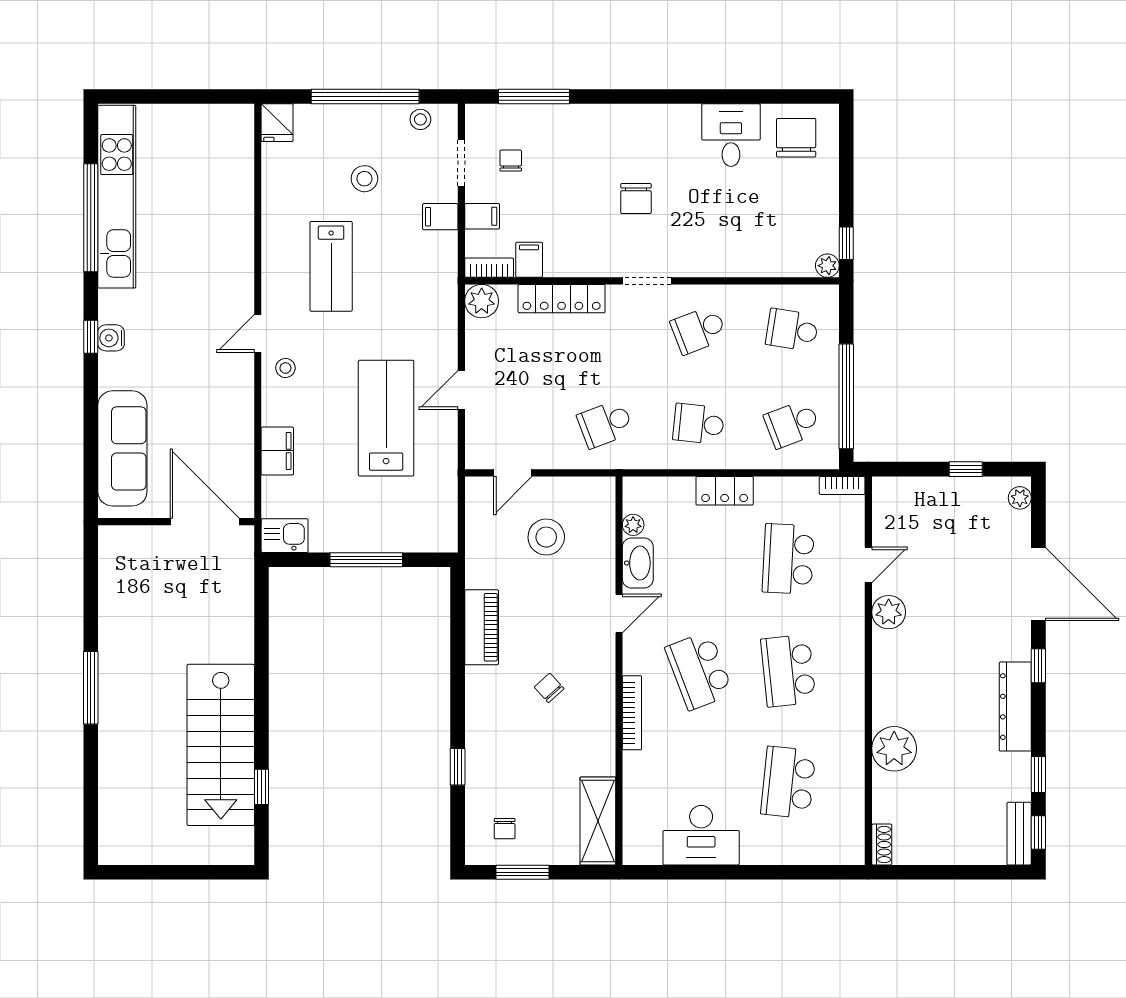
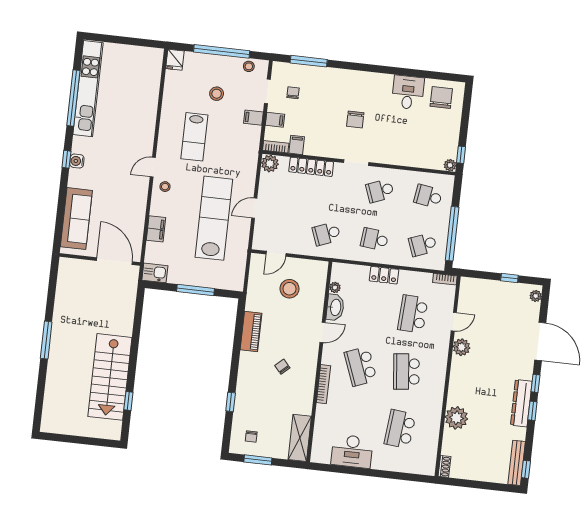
lab bench: (386, 418) -> (214, 218), width x1.36
window: (1038, 775) -> (532, 411), moved
bench: (1019, 834) -> (517, 463), width x1.36

